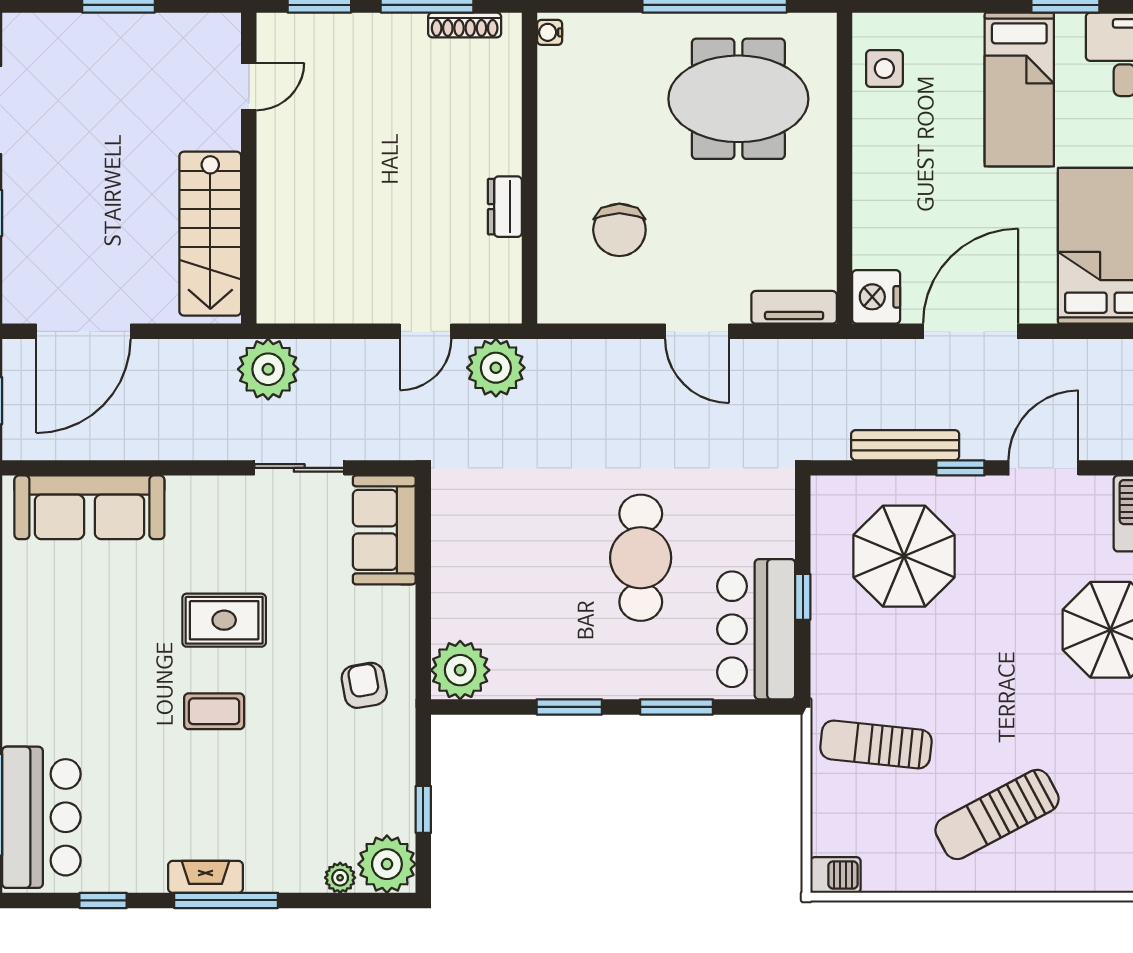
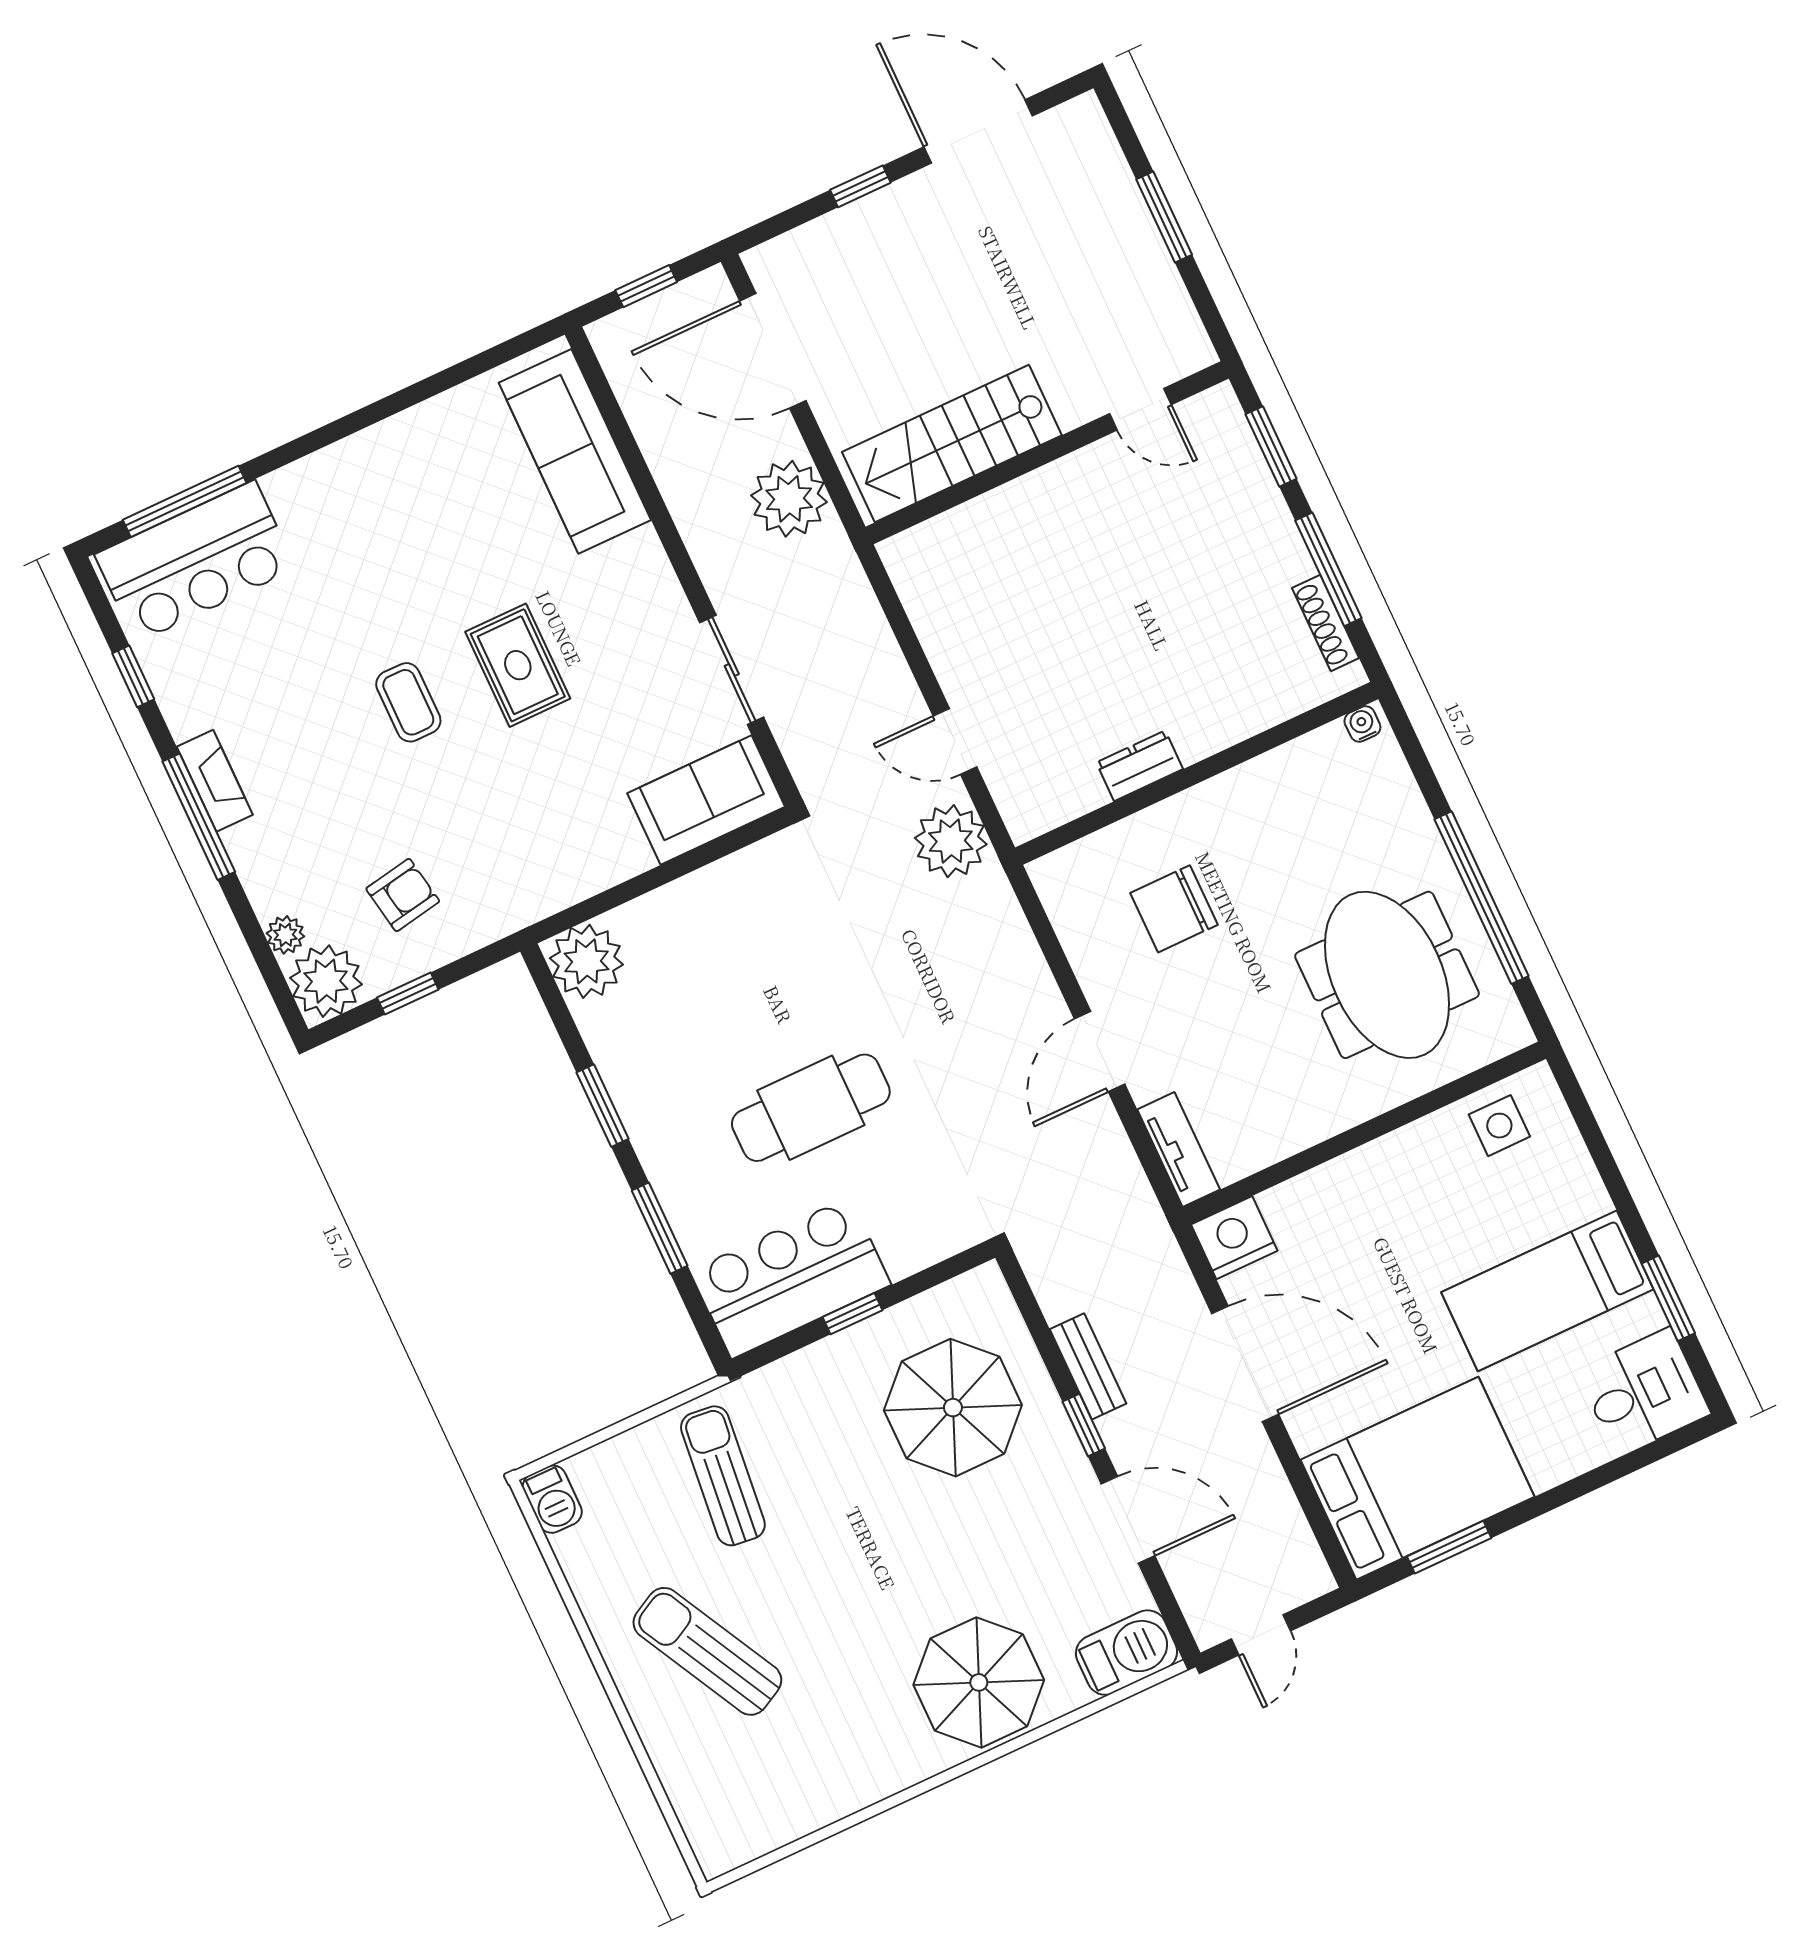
plant: (268, 369) -> (789, 499), moved
bench: (905, 445) -> (1088, 1366), width x0.73
armchair: (364, 685) -> (403, 895), moved

